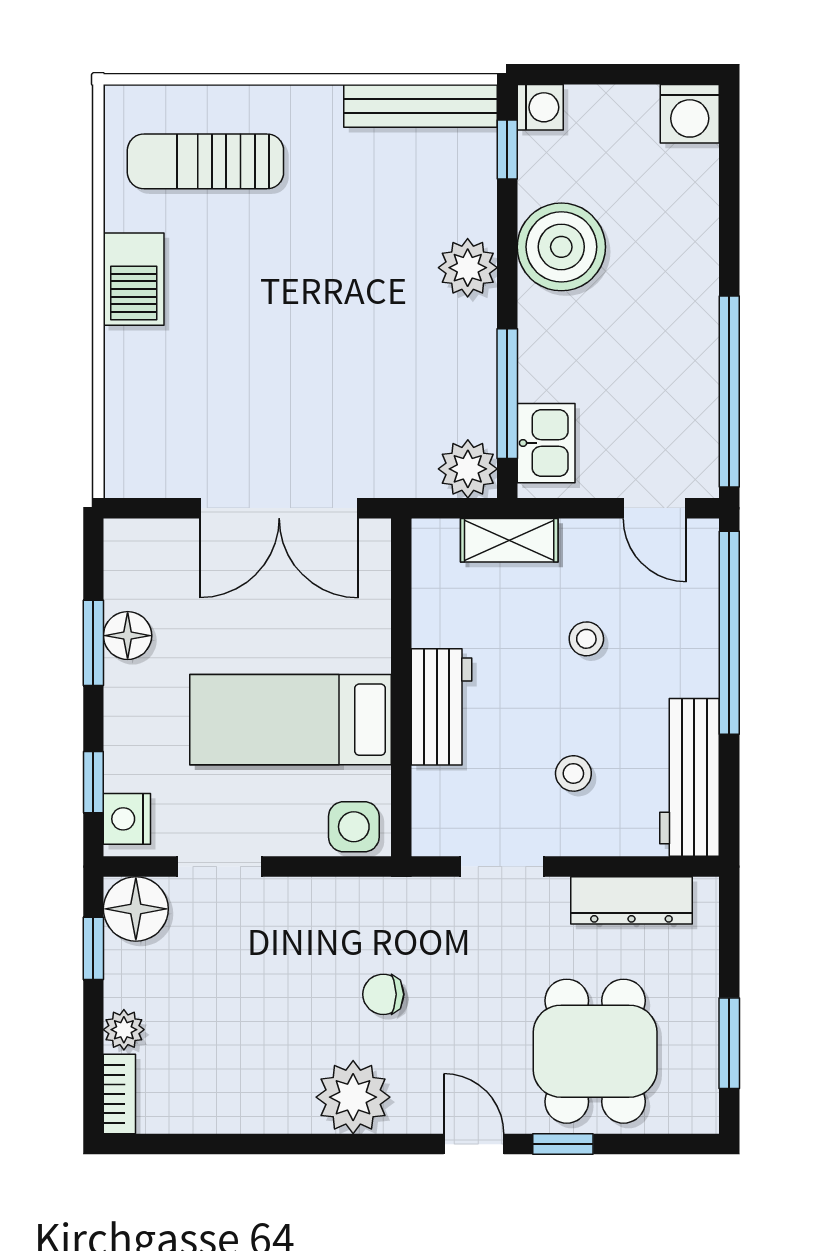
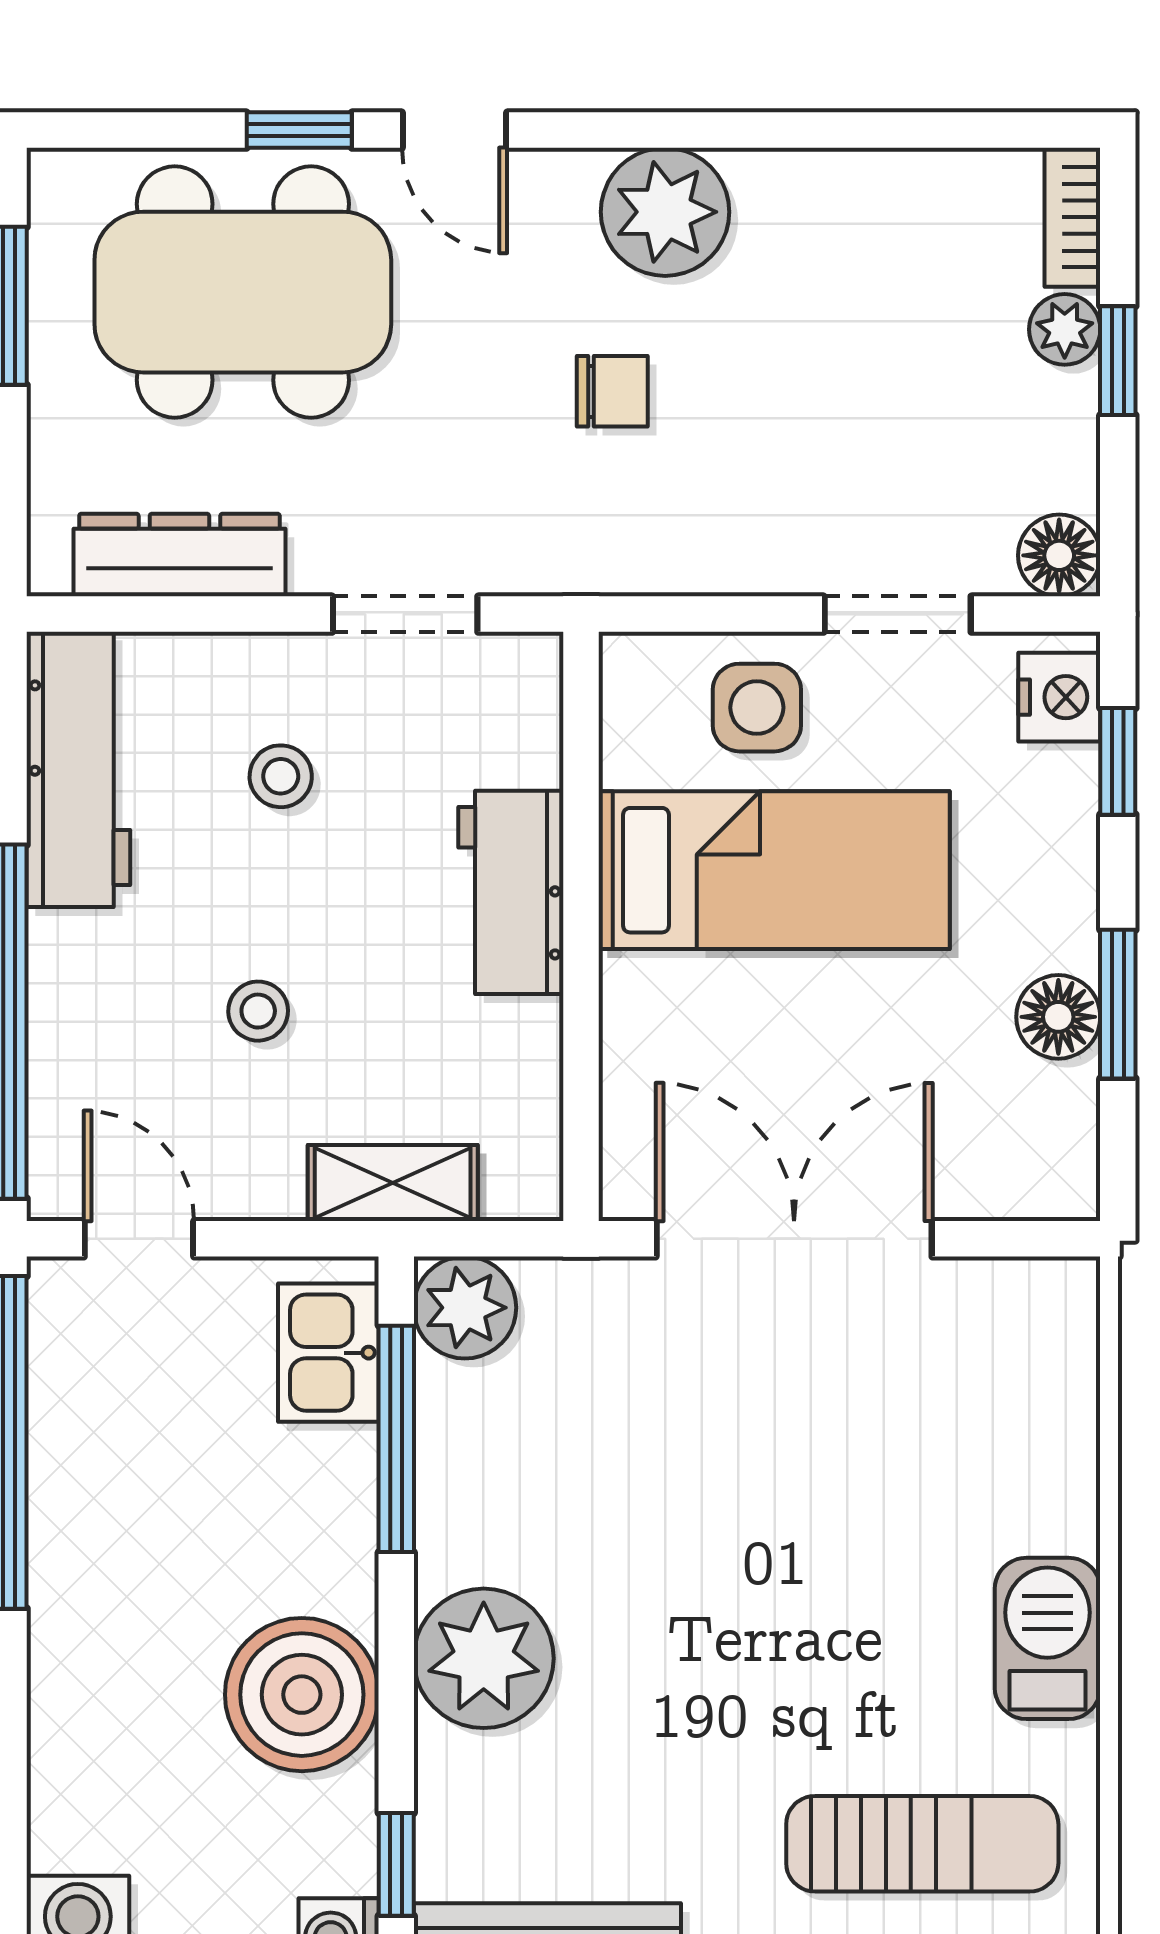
plant: (468, 268) -> (484, 1658), width x1.36, depth x1.36
side table: (354, 827) -> (757, 708), moved
floor lamp: (136, 909) -> (1059, 555), width x0.73, depth x0.73
window: (93, 948) -> (1118, 361), moved
dining table: (595, 1051) -> (243, 292), width x1.38

